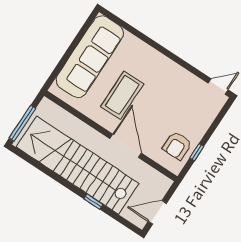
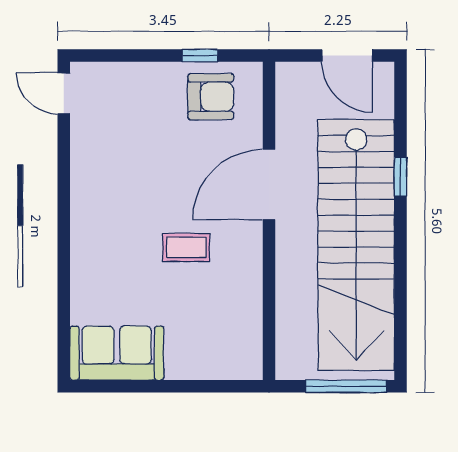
sofa: (90, 57) -> (117, 353), width x0.54, depth x0.79
coffee table: (122, 95) -> (186, 247), width x0.54, depth x0.58

